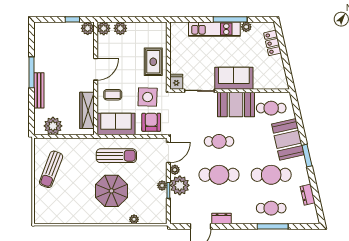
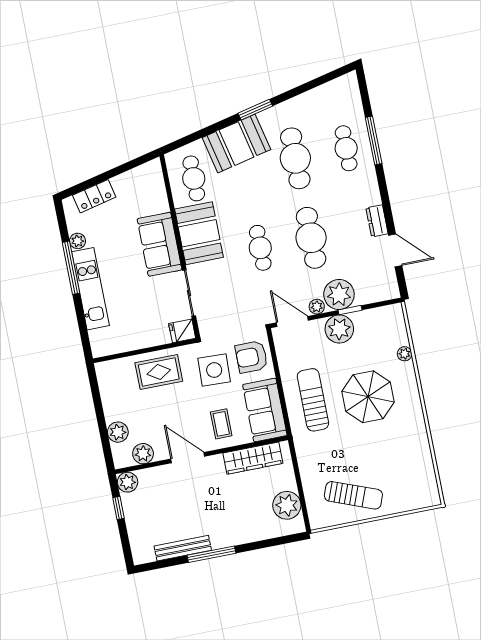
plant: (104, 28) -> (143, 454), moved
bench: (39, 90) -> (183, 548), moved
plant: (162, 185) -> (339, 329), width x1.87, depth x1.87
dresser: (308, 195) -> (315, 97), removed

